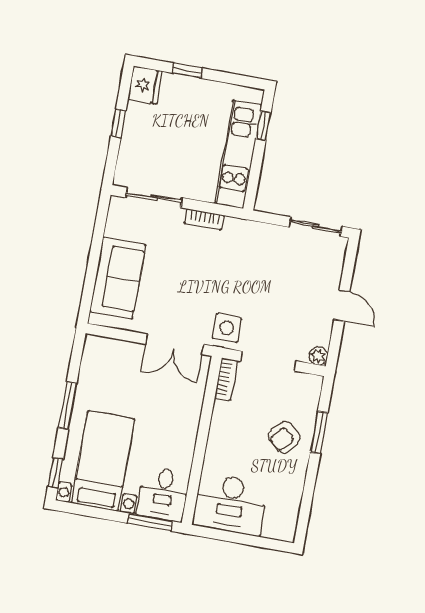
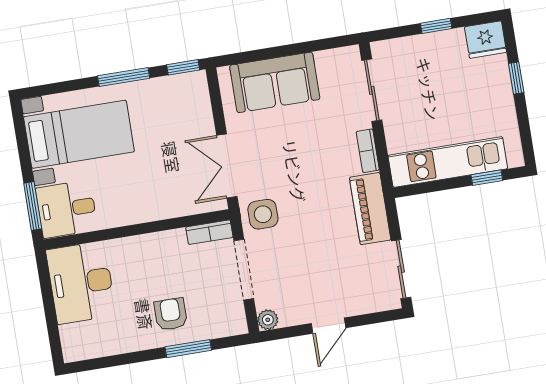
piano: (254, 235) -> (370, 209), added
armchair: (284, 437) -> (171, 314), turned 49
window: (55, 473) -> (183, 67), moved

